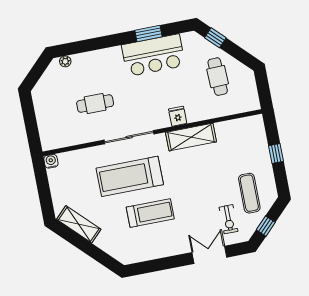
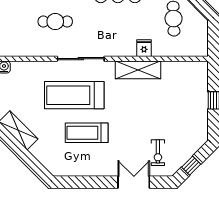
fridge: (178, 116) -> (144, 48), moved
exercise mat: (249, 193) -> (182, 132), removed
treadmill: (150, 213) -> (87, 133), turned 180

